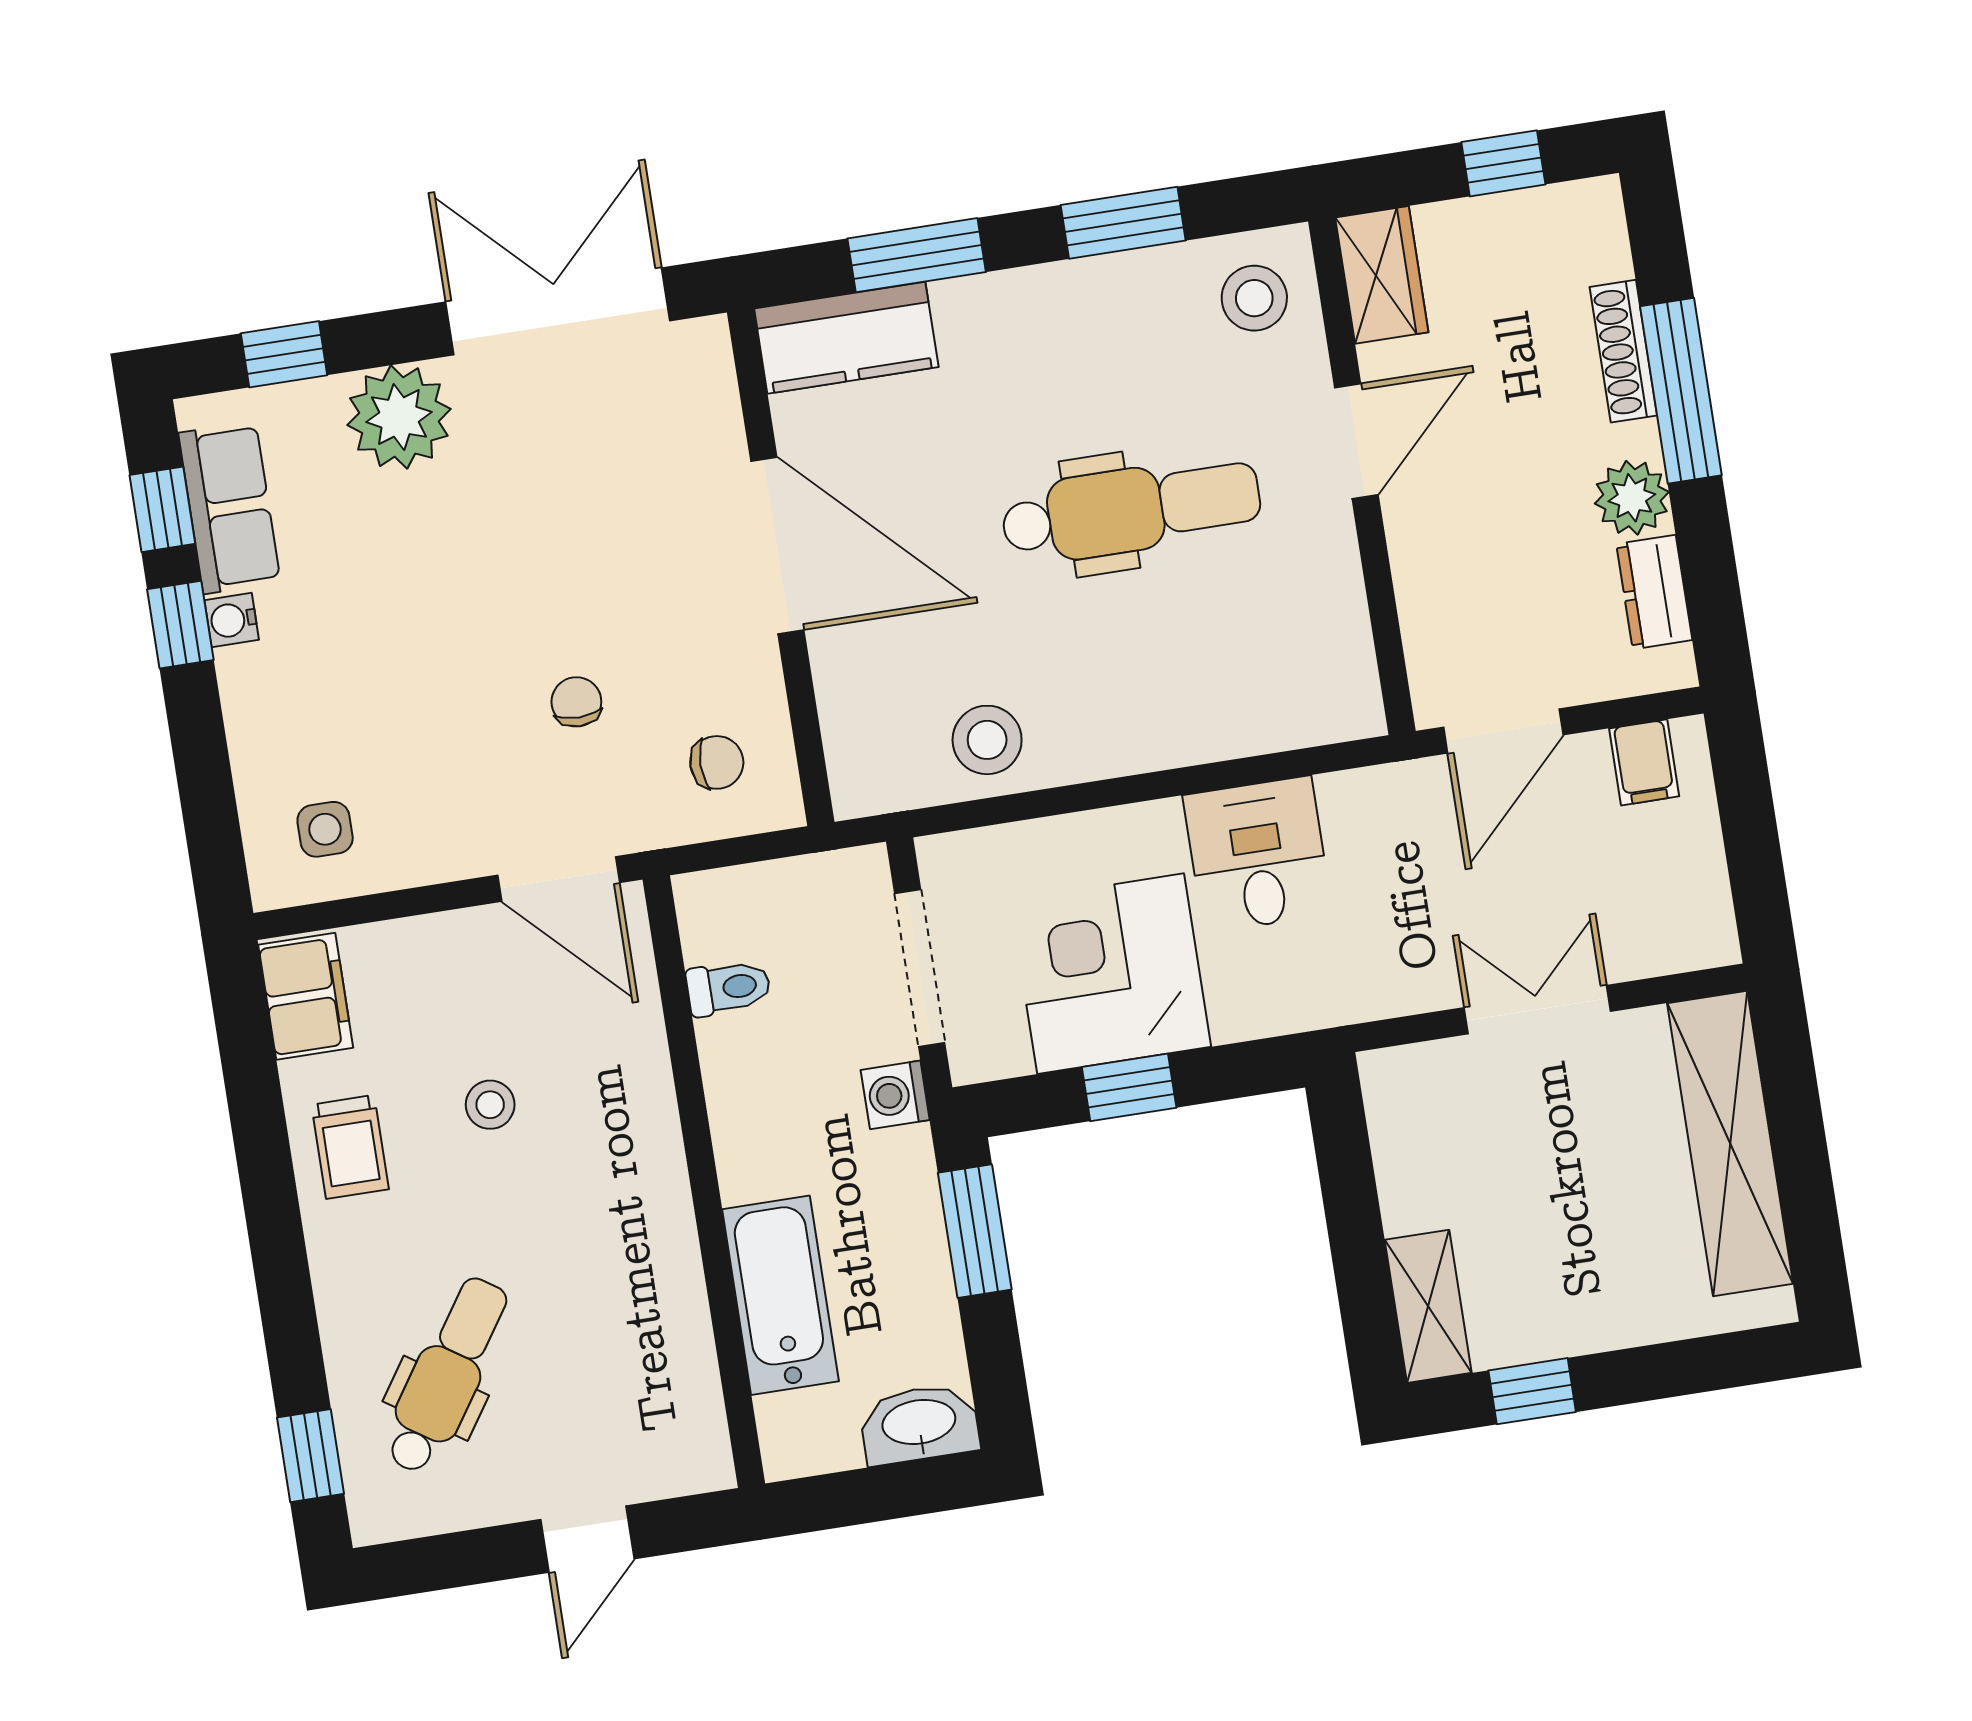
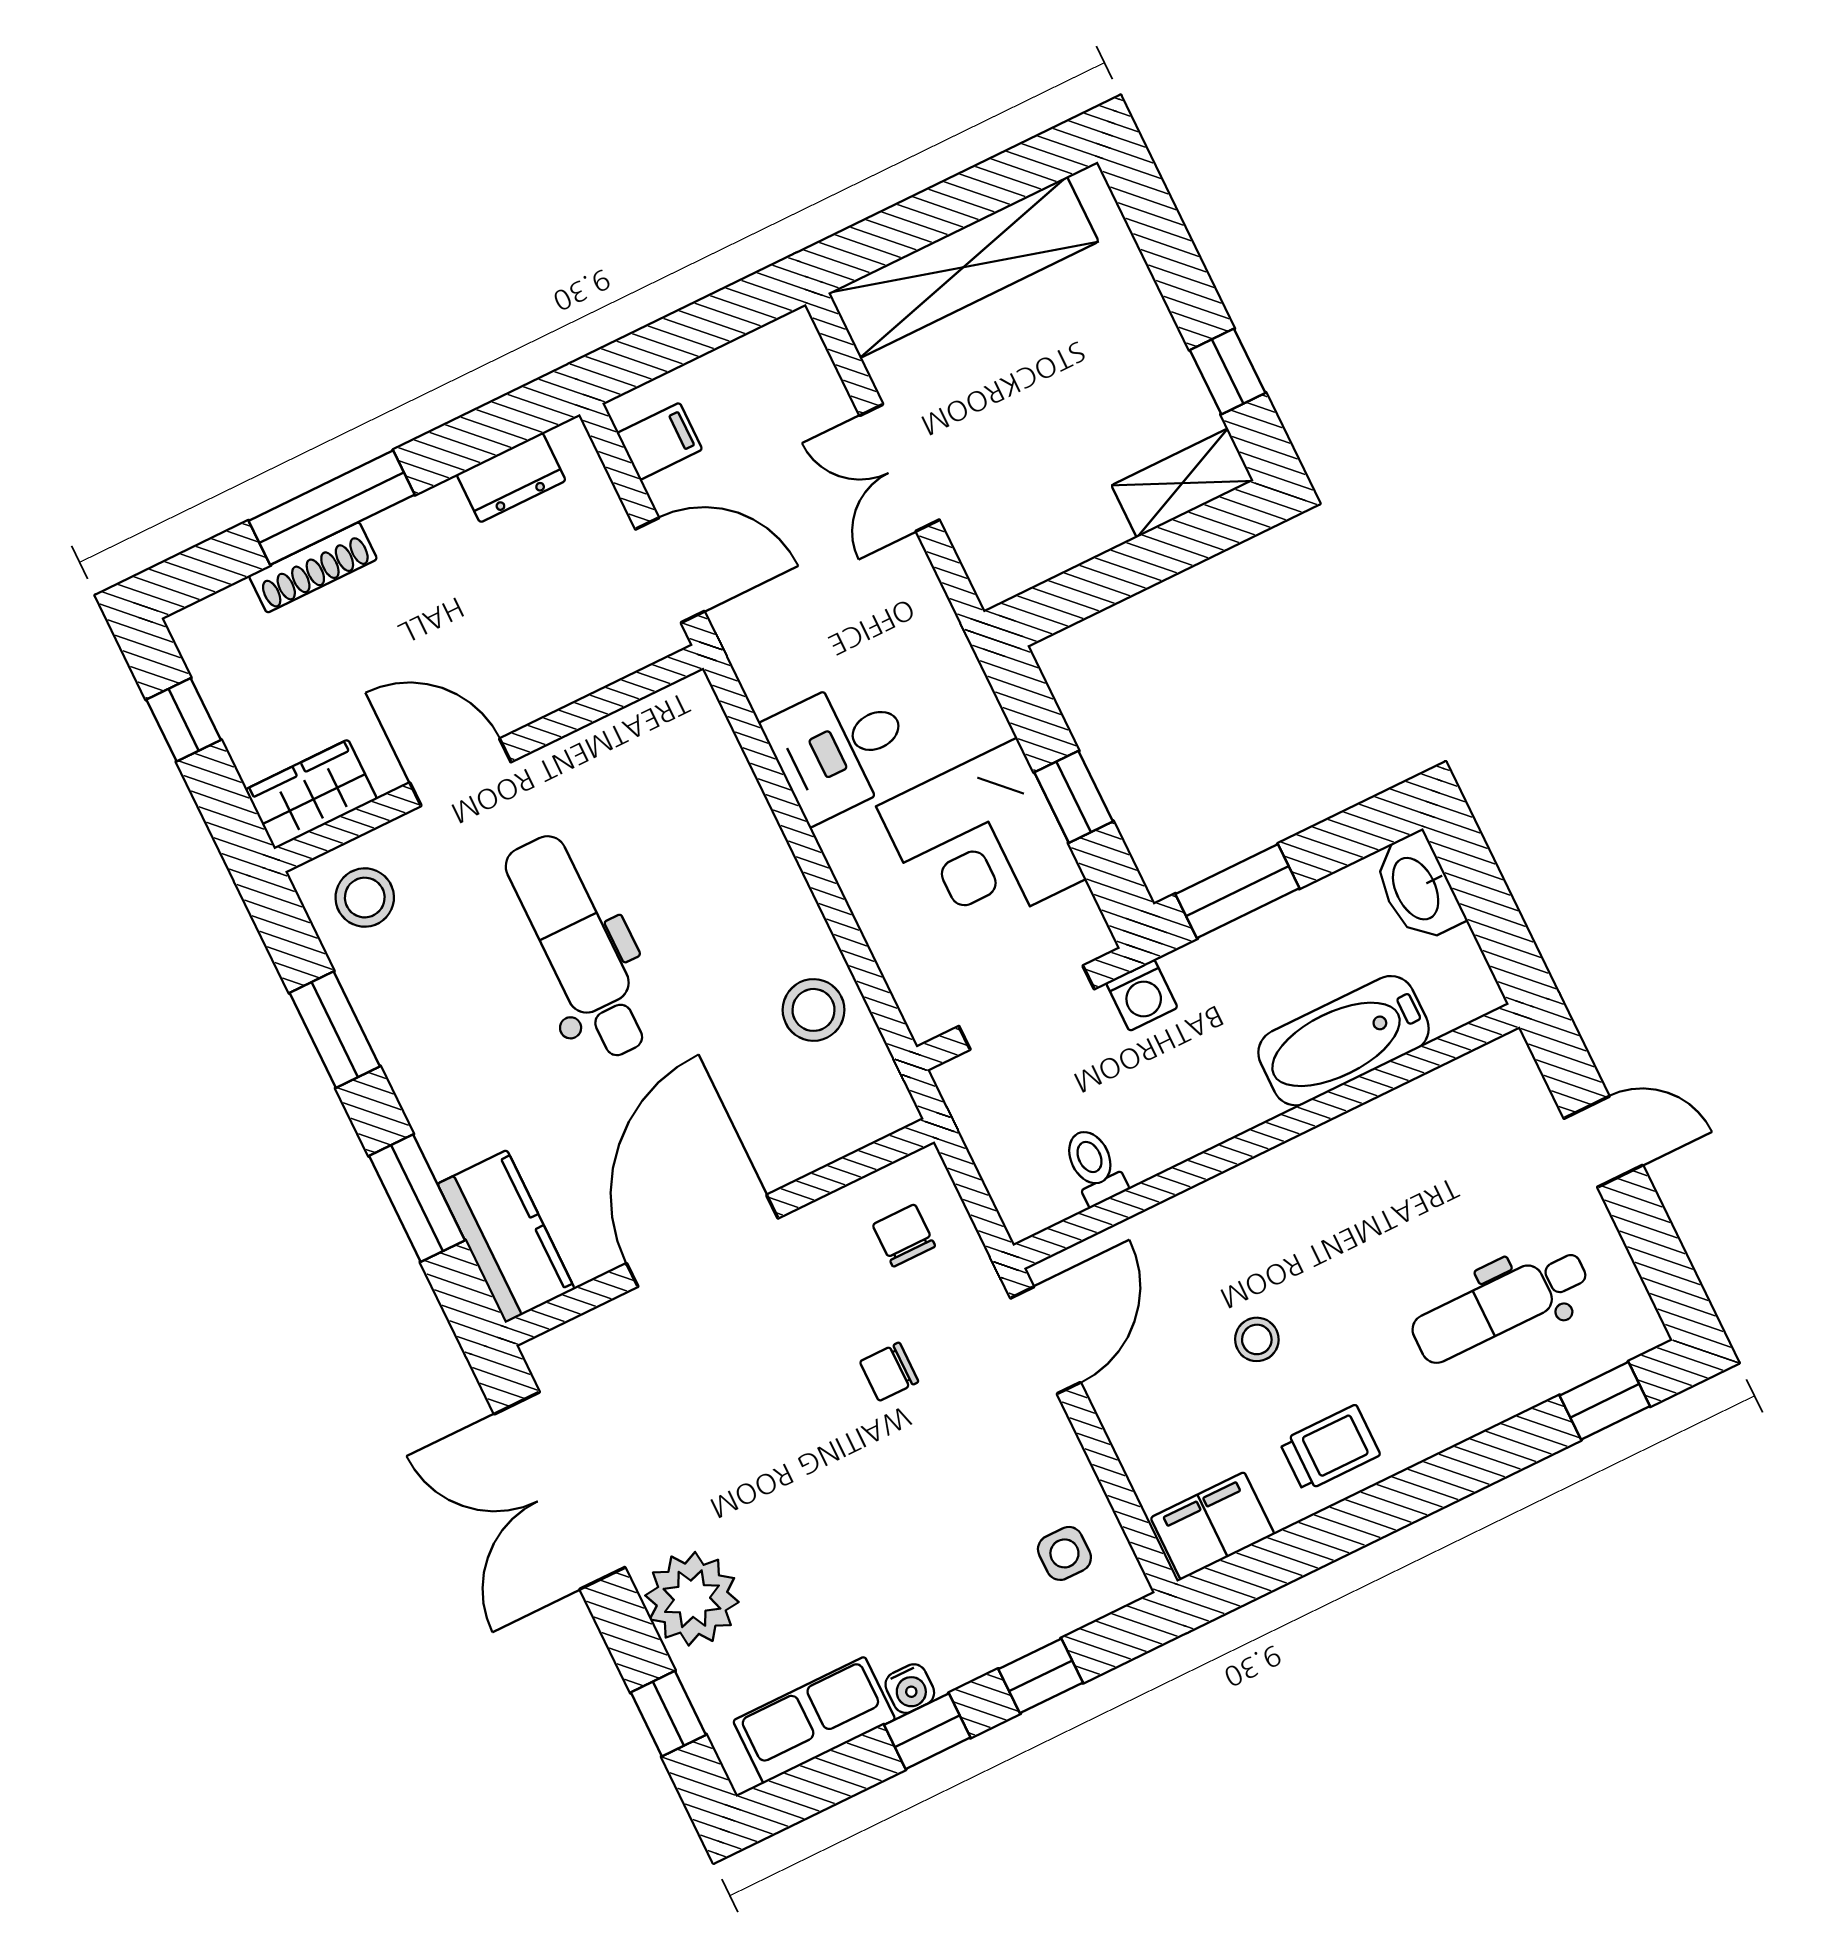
plant: (1632, 498) -> (436, 522), removed
window: (162, 509) -> (1041, 1676), moved
dental chair: (447, 1375) -> (1500, 1305), turned -34

